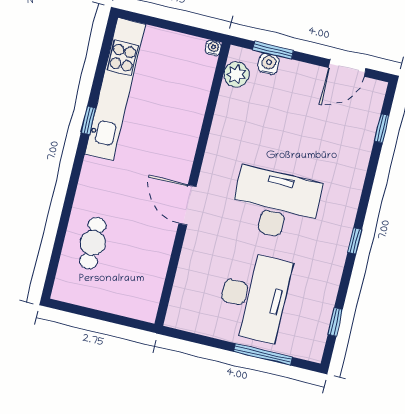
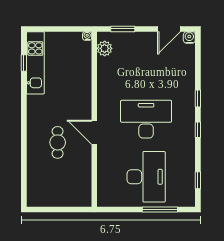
water cooler: (269, 64) -> (189, 37), moved
kitchen unit: (115, 89) -> (35, 63), width x0.73
window: (88, 120) -> (24, 63), moved
window: (382, 128) -> (198, 98), moved
cafe table: (93, 243) -> (58, 142), moved

